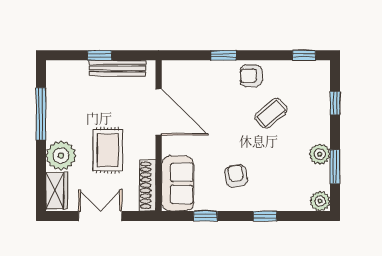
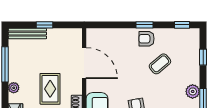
window: (224, 55) -> (144, 25), moved
bench: (117, 68) -> (27, 34), moved
plant: (61, 156) -> (14, 88), width x0.53, depth x0.53

